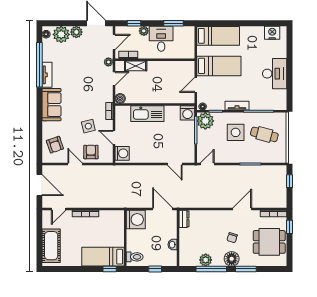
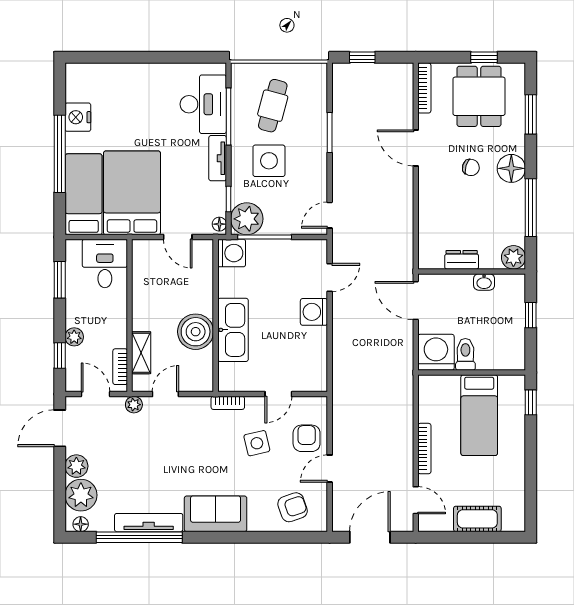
window: (239, 23) -> (60, 154), added
nightstand: (272, 33) -> (78, 117), moved
desk: (161, 39) -> (105, 263), moved, turned 90
bed: (219, 66) -> (132, 193), width x1.50
desk: (275, 74) -> (203, 104), moved, turned 90
tv unit: (47, 75) -> (149, 523), width x1.41
door: (114, 78) -> (165, 394), hinge flipped
boiler: (120, 98) -> (196, 332), moved, width x1.86, depth x1.86
armchair: (91, 152) -> (307, 438), turned 90
washing machine: (122, 153) -> (314, 312), moved, turned -90
door: (207, 164) -> (330, 215), hinge flipped
door: (163, 209) -> (416, 301), hinge flipped
dresser: (184, 219) -> (462, 260), moved
window: (290, 227) -> (484, 57), moved
cot: (51, 246) -> (477, 519), width x0.73, depth x0.75
bed: (103, 257) -> (479, 415), moved
toilet: (135, 257) -> (465, 354), moved
plant: (206, 260) -> (513, 257), moved
window: (246, 269) -> (531, 114), moved

